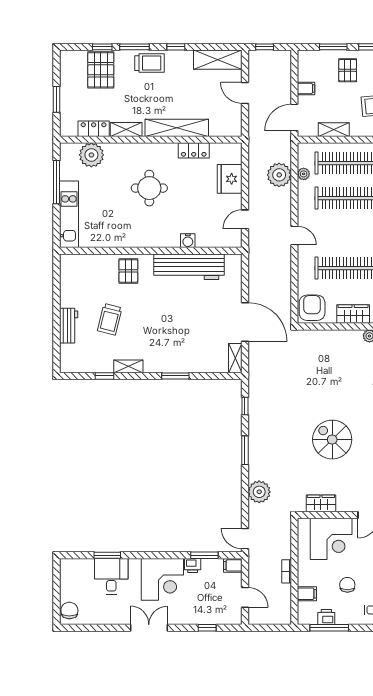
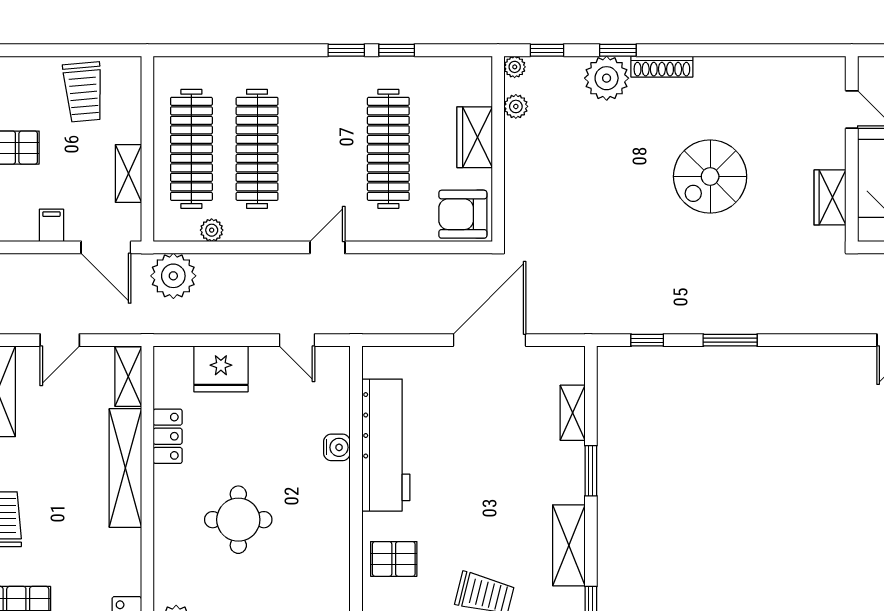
shelving: (126, 129) -> (128, 377), moved
plant: (279, 175) -> (173, 276), moved
shelving: (235, 358) -> (573, 413), moved, turned 90
shelving: (128, 366) -> (569, 545), width x1.50, depth x1.33
plant: (259, 492) -> (808, 313), removed

